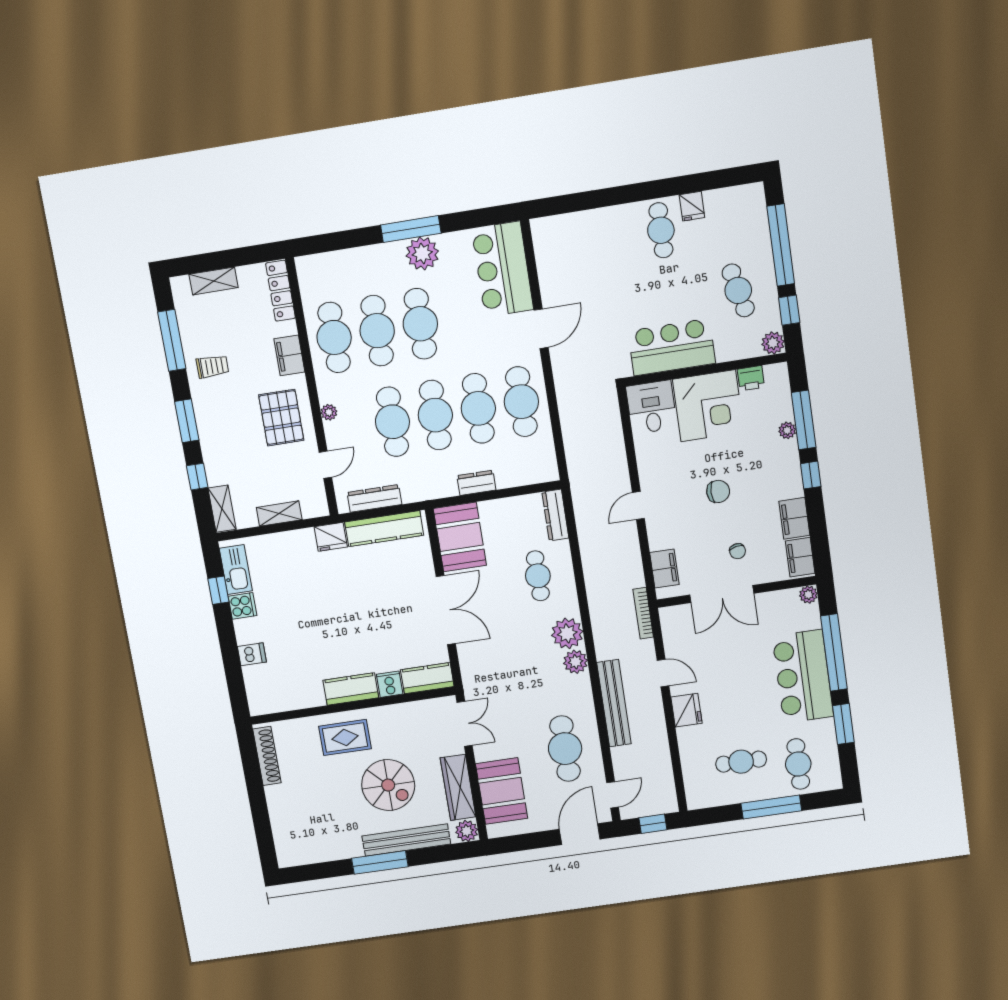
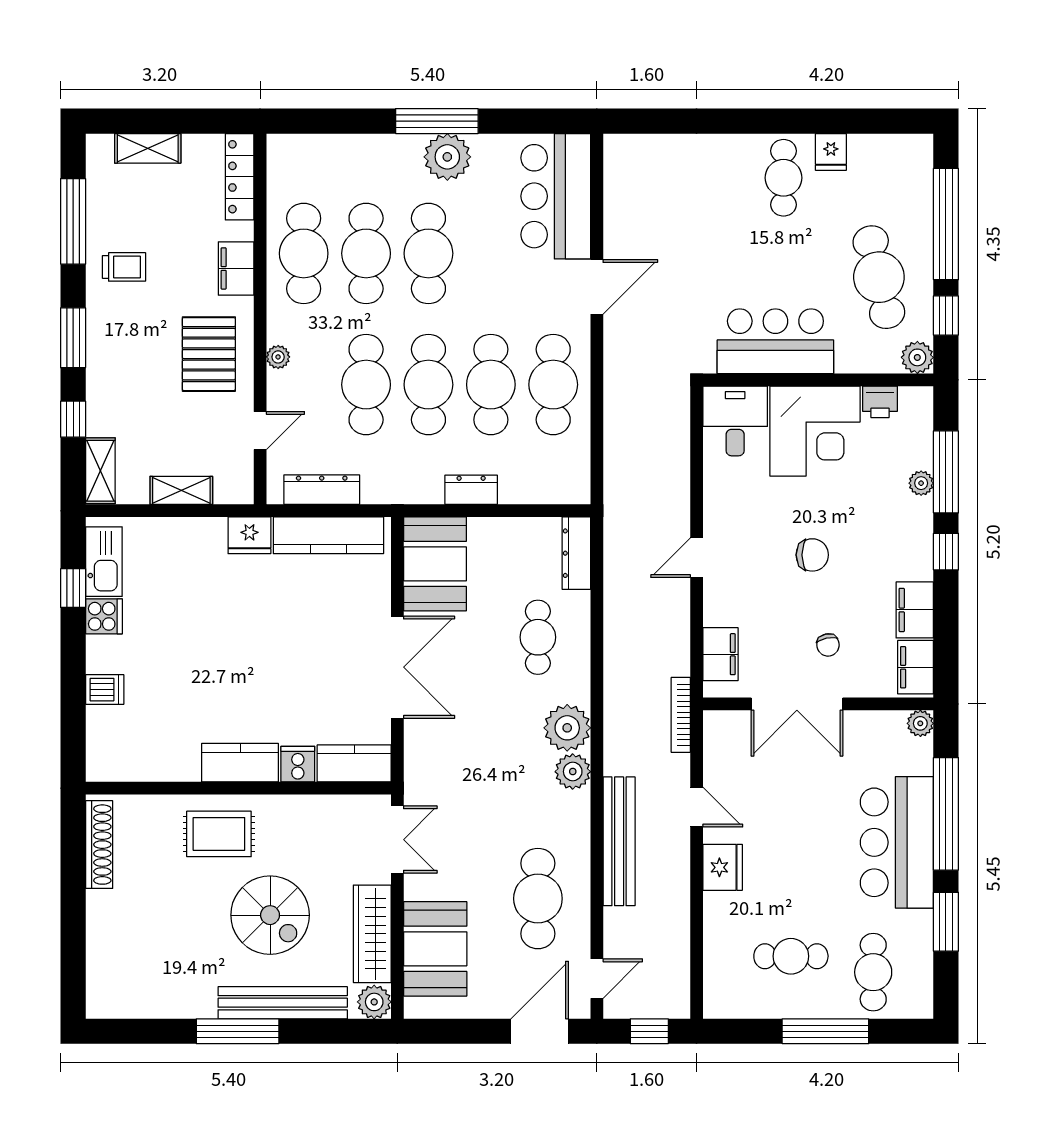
cafe table: (738, 290) -> (879, 277), width x1.37, depth x1.35

